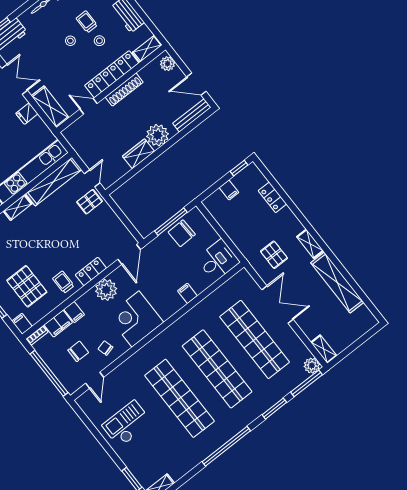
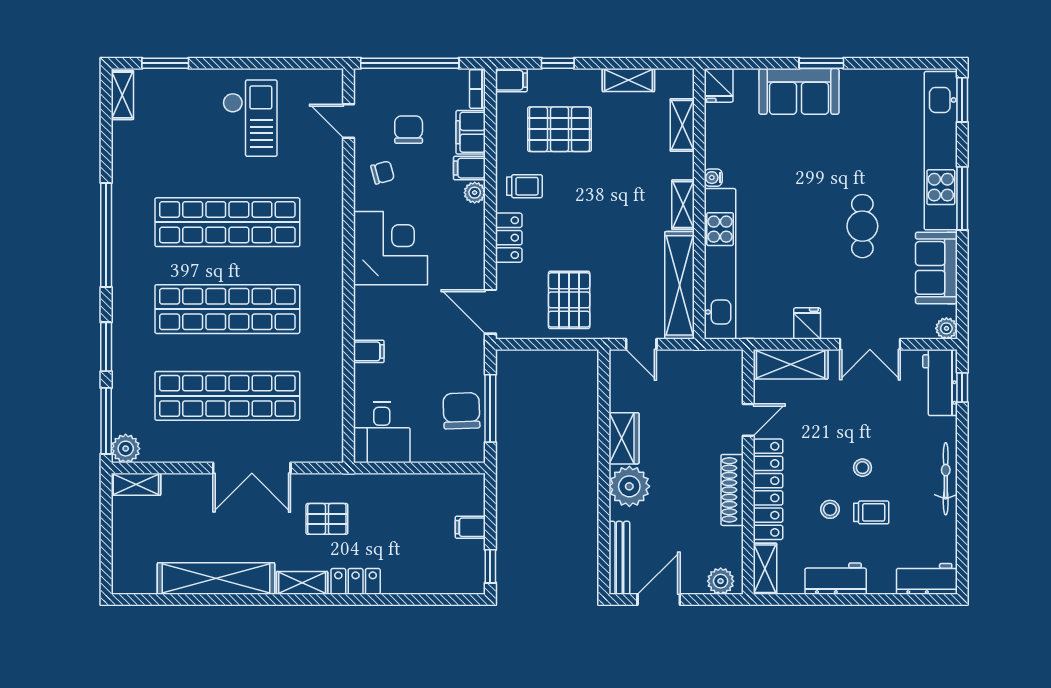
locker: (272, 197) -> (356, 581), moved
pallet: (89, 202) -> (569, 300), moved, width x1.50, depth x1.42
plant: (106, 290) -> (475, 193), moved, width x0.53, depth x0.53
chair: (78, 351) -> (409, 130), turned 180

